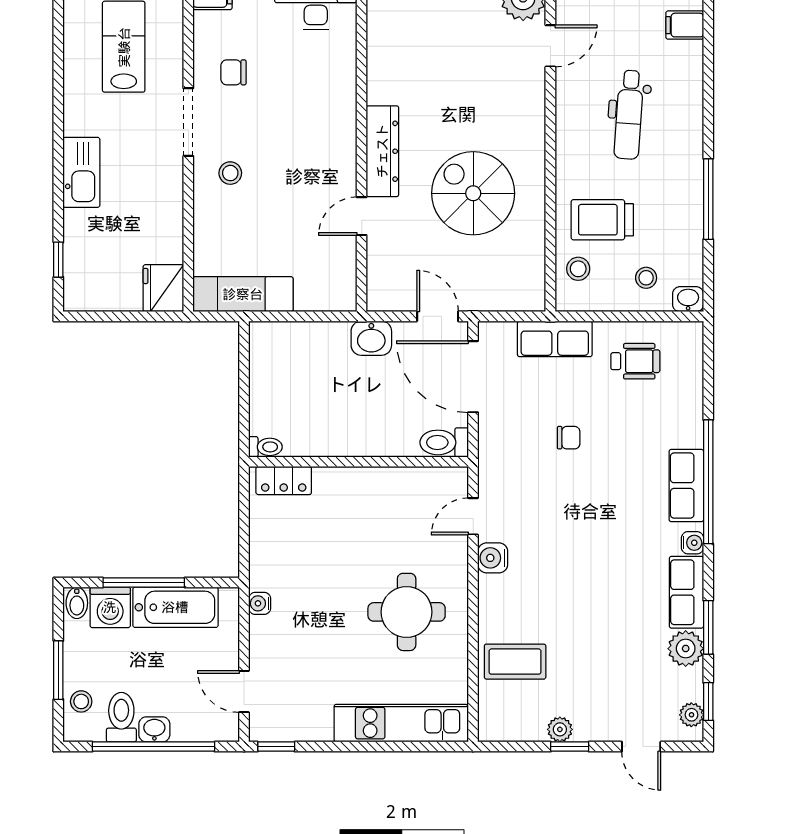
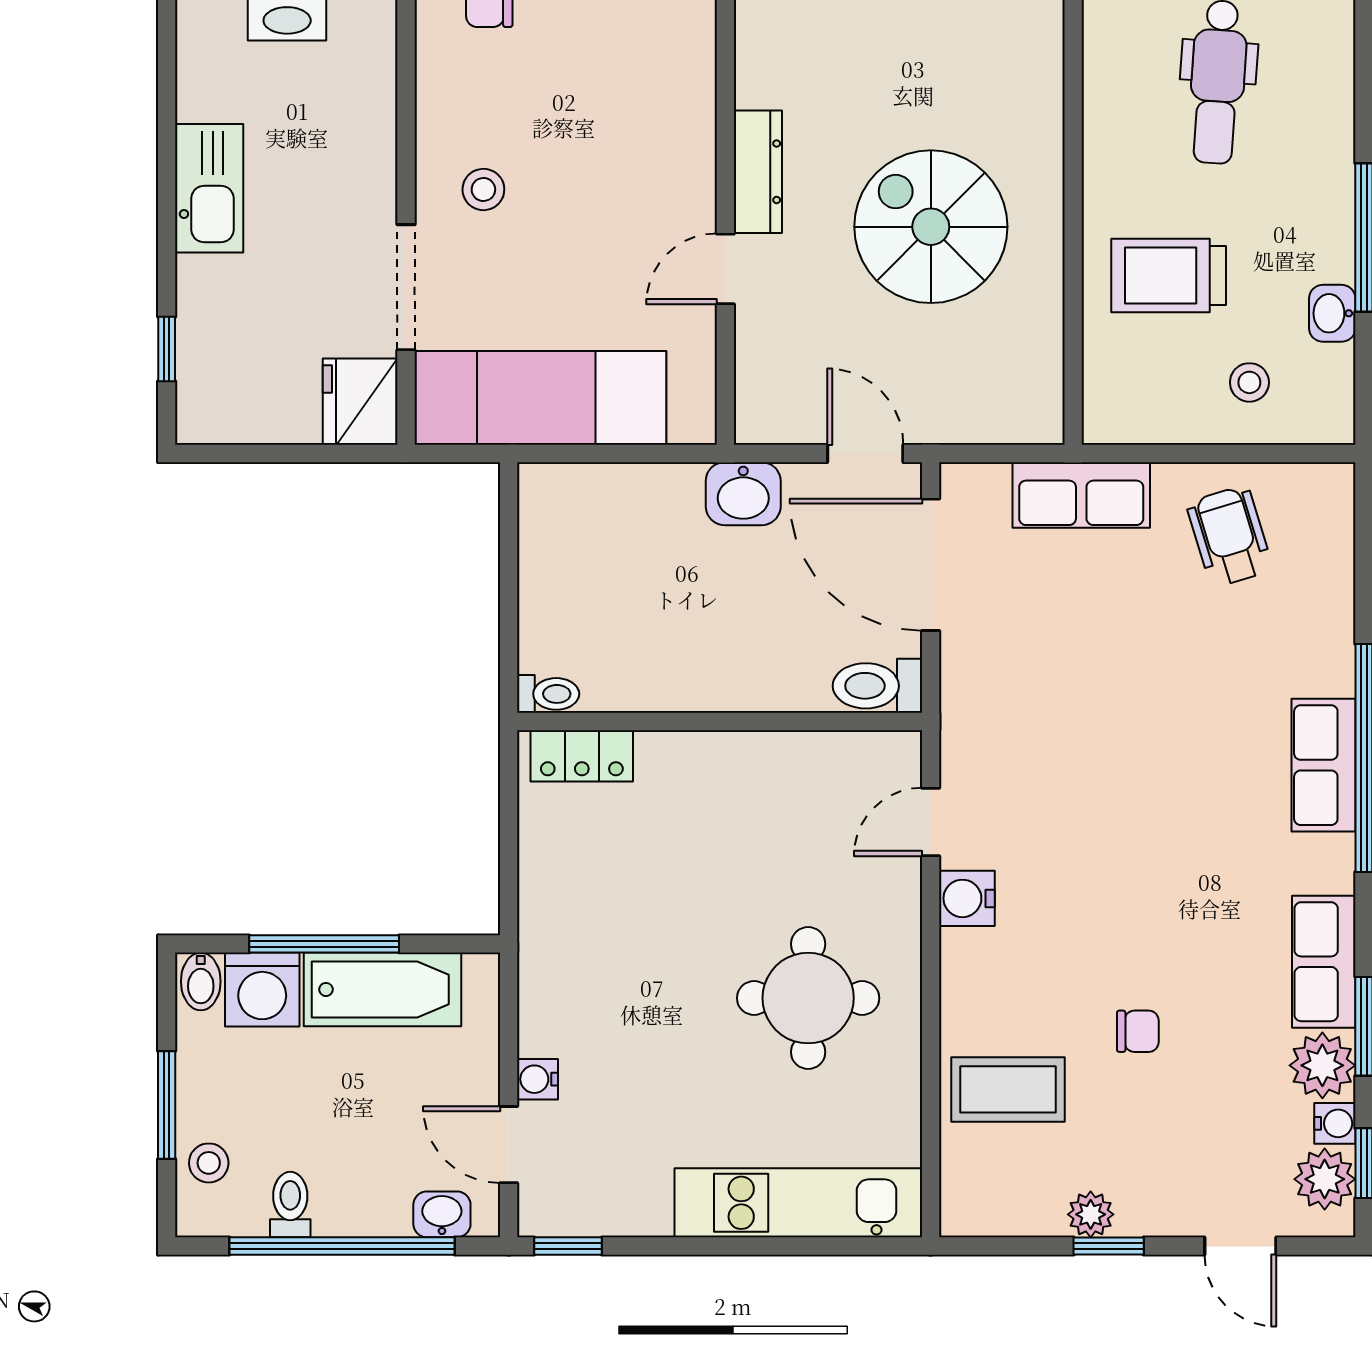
doorway: (188, 122) -> (406, 287), moved
dresser: (382, 151) -> (758, 172), width x0.73, depth x0.80
stool: (578, 269) -> (1124, 366), removed
exam couch: (243, 294) -> (540, 398), width x1.36, depth x1.45
washbasin: (688, 299) -> (1332, 313), moved, turned -90
wheelchair: (635, 361) -> (1230, 536), turned -107
chair: (569, 438) -> (1138, 1031), moved
water cooler: (692, 543) -> (1335, 1123), moved
water cooler: (260, 603) -> (538, 1079), moved
plant: (691, 715) -> (1325, 1179), width x1.38, depth x1.38
toilet: (121, 717) -> (290, 1205), width x0.73, depth x0.72
washbasin: (154, 729) -> (442, 1214), moved

